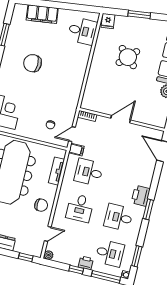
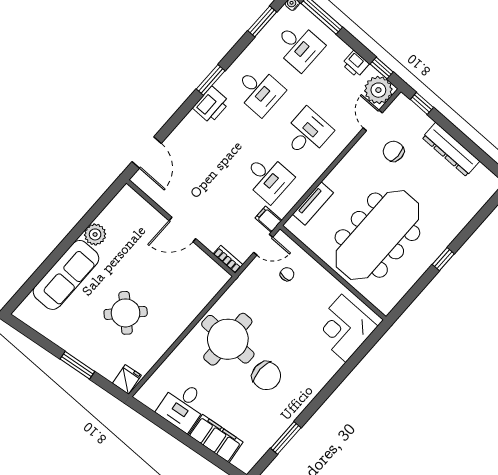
desk: (82, 31) -> (183, 406), moved, turned -97
round table: (64, 72) -> (228, 339), added
chair: (41, 205) -> (394, 151), moved
door: (48, 234) -> (373, 120), hinge flipped
desk: (110, 253) -> (299, 46), turned 180
plant: (48, 255) -> (378, 90), width x1.88, depth x1.88
printer: (86, 263) -> (356, 64), moved
window: (76, 270) -> (382, 68), moved

